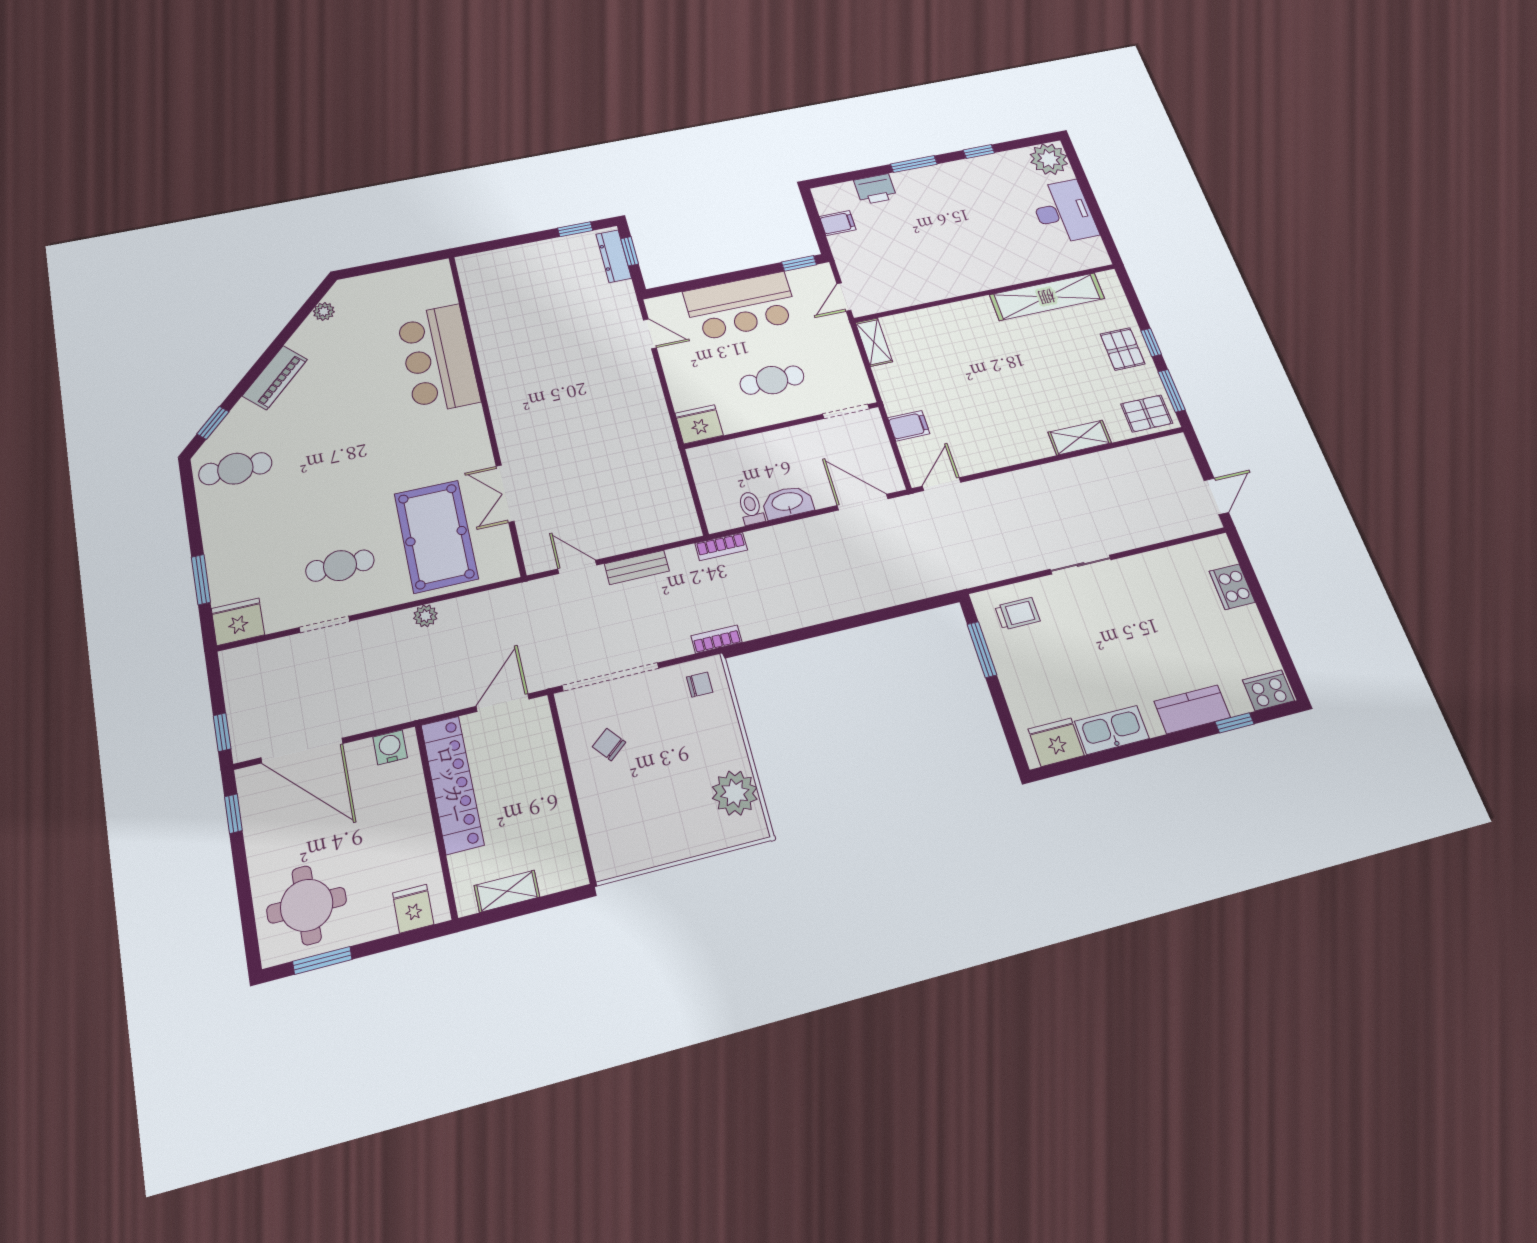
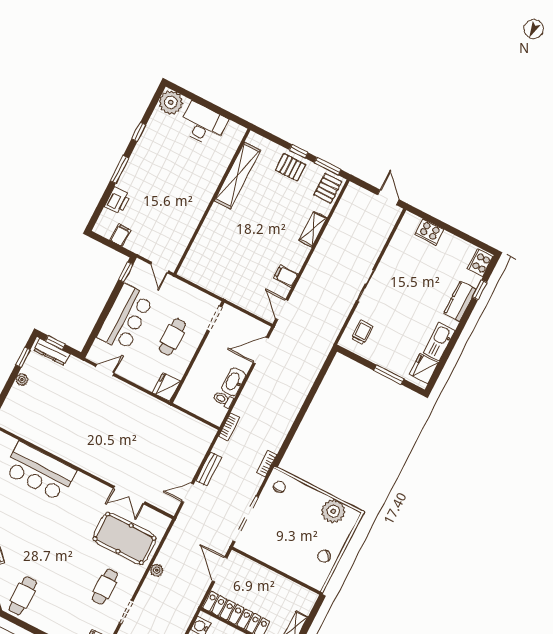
plant: (545, 249) -> (22, 380), added
shelving: (874, 342) -> (193, 275), removed
filing cabinet: (909, 426) -> (286, 276), moved, turned -90
window: (982, 650) -> (389, 375), moved
chair: (609, 745) -> (324, 556), moved

